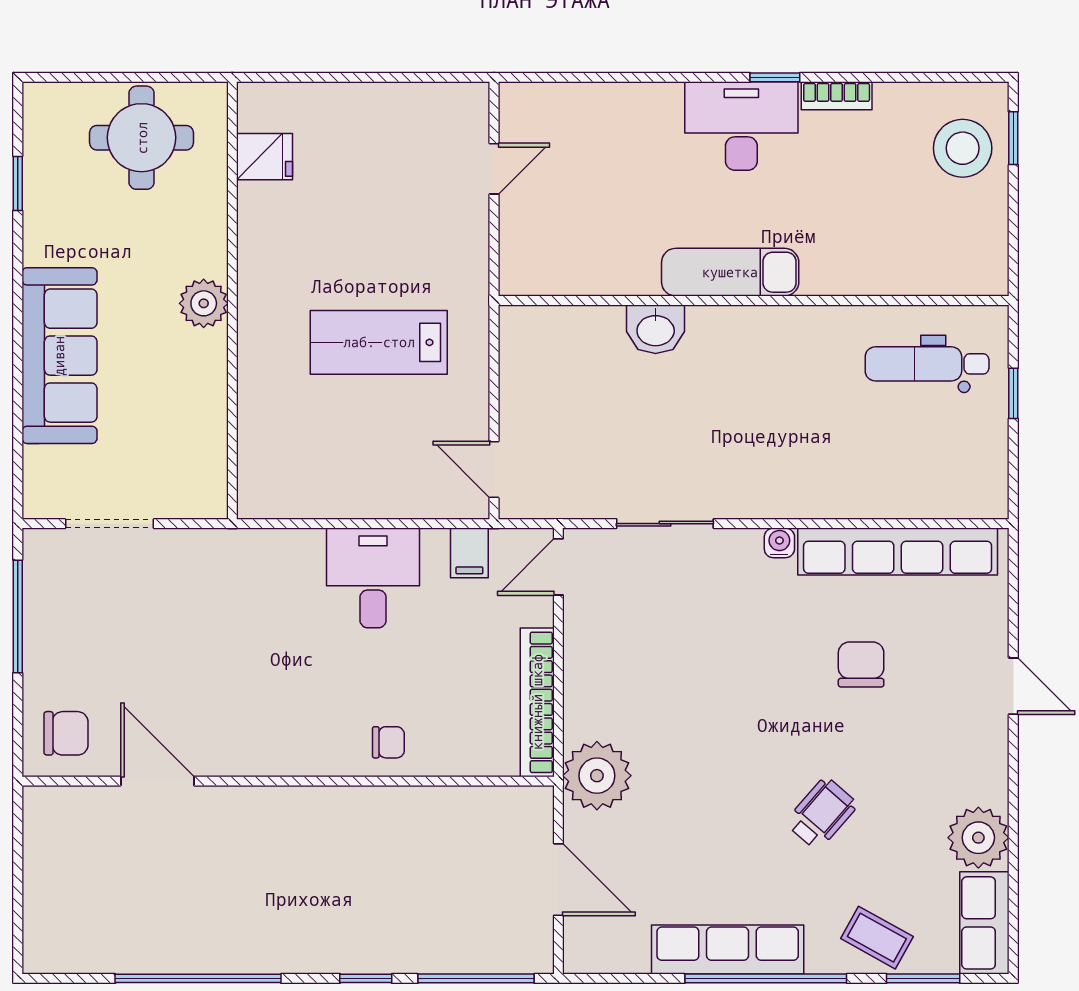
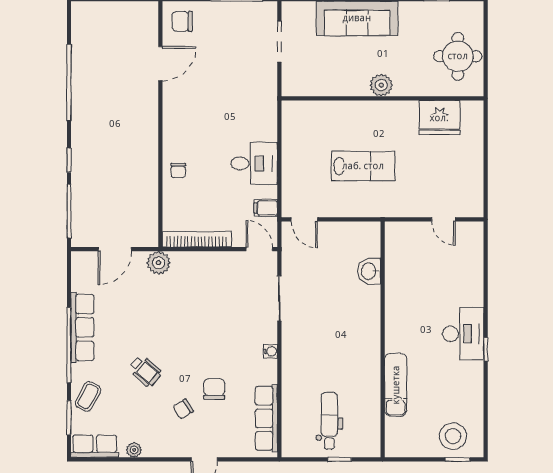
bookcase: (837, 96) -> (477, 378), removed
fridge: (264, 157) -> (439, 118), width x1.88, depth x1.34
exam couch: (730, 272) -> (396, 385), moved
washbasin: (656, 329) -> (369, 271), moved
lab bench: (379, 342) -> (363, 166), turned 90
dental chair: (927, 364) -> (329, 421), moved
door: (494, 470) -> (304, 219), swing flipped
row of seats: (898, 552) -> (266, 418), width x0.73
chair: (861, 664) -> (214, 389), turned -90
chair: (904, 732) -> (183, 409), added
chair: (66, 733) -> (182, 21), turned 90
plant: (597, 776) -> (159, 263), width x0.73, depth x0.73
plant: (978, 838) -> (134, 450), width x0.53, depth x0.53

